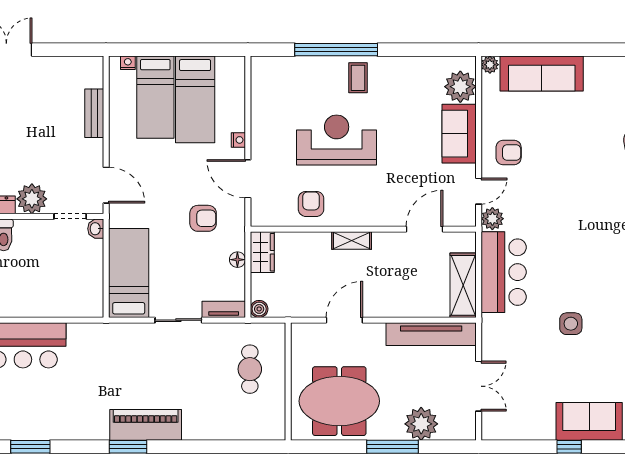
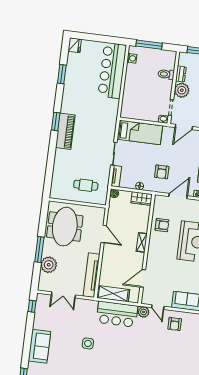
door: (424, 229) -> (143, 278), swing flipped
window: (569, 447) -> (32, 306), moved

